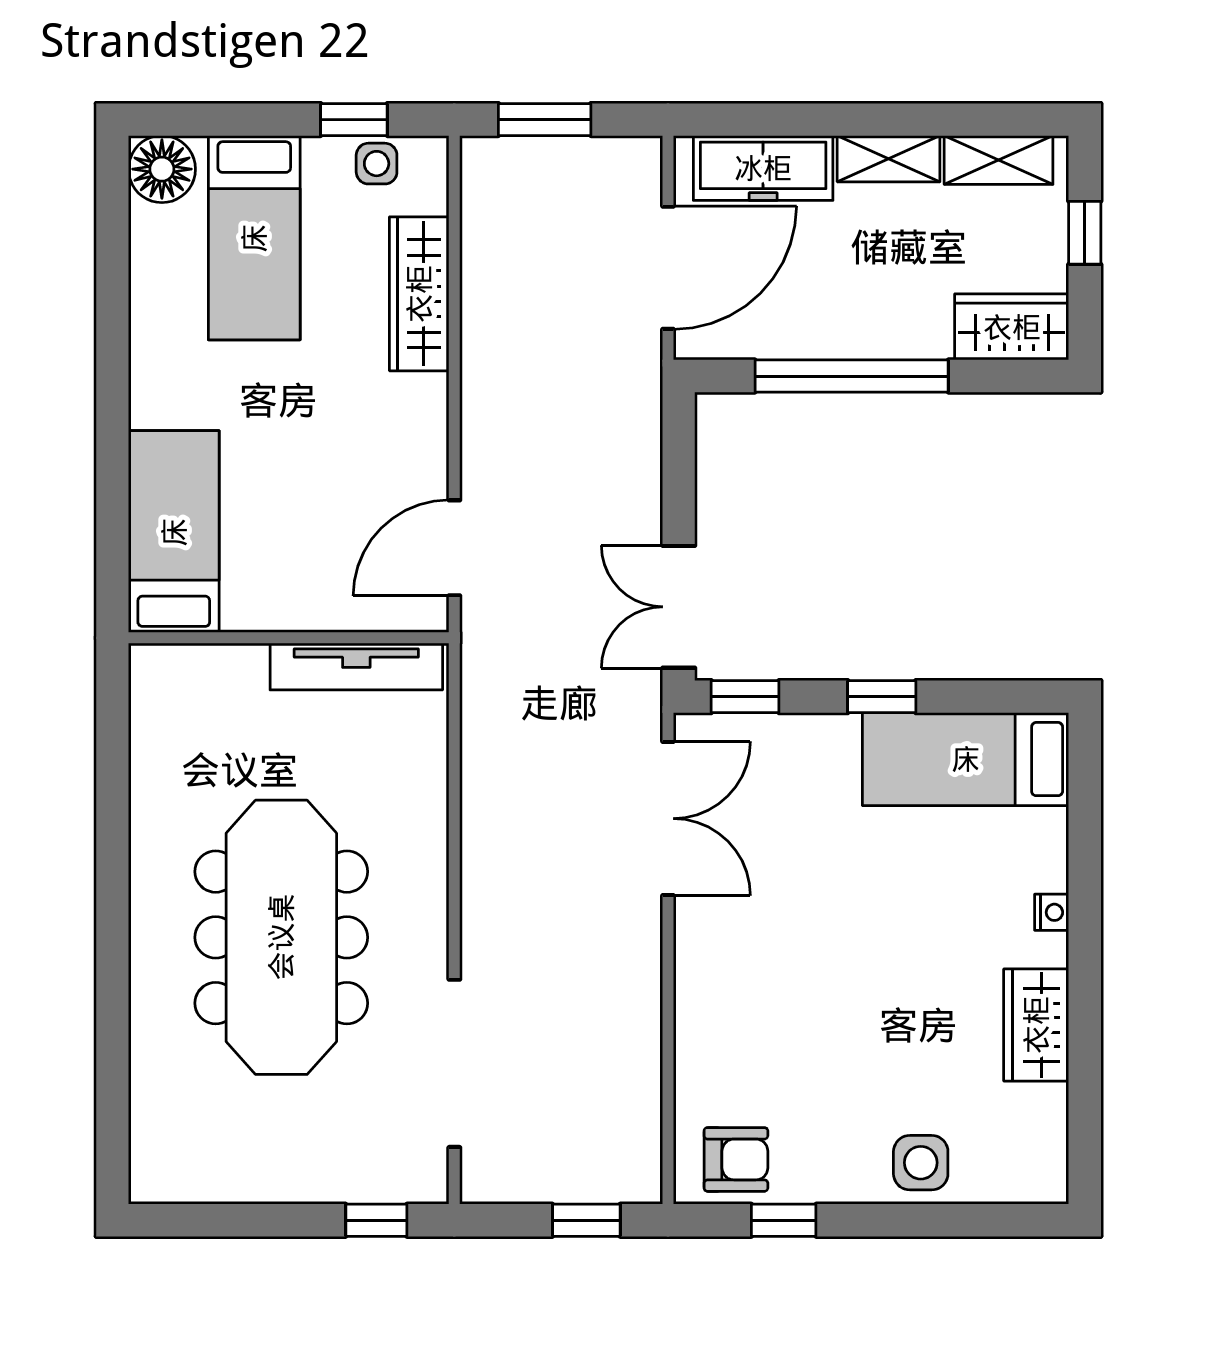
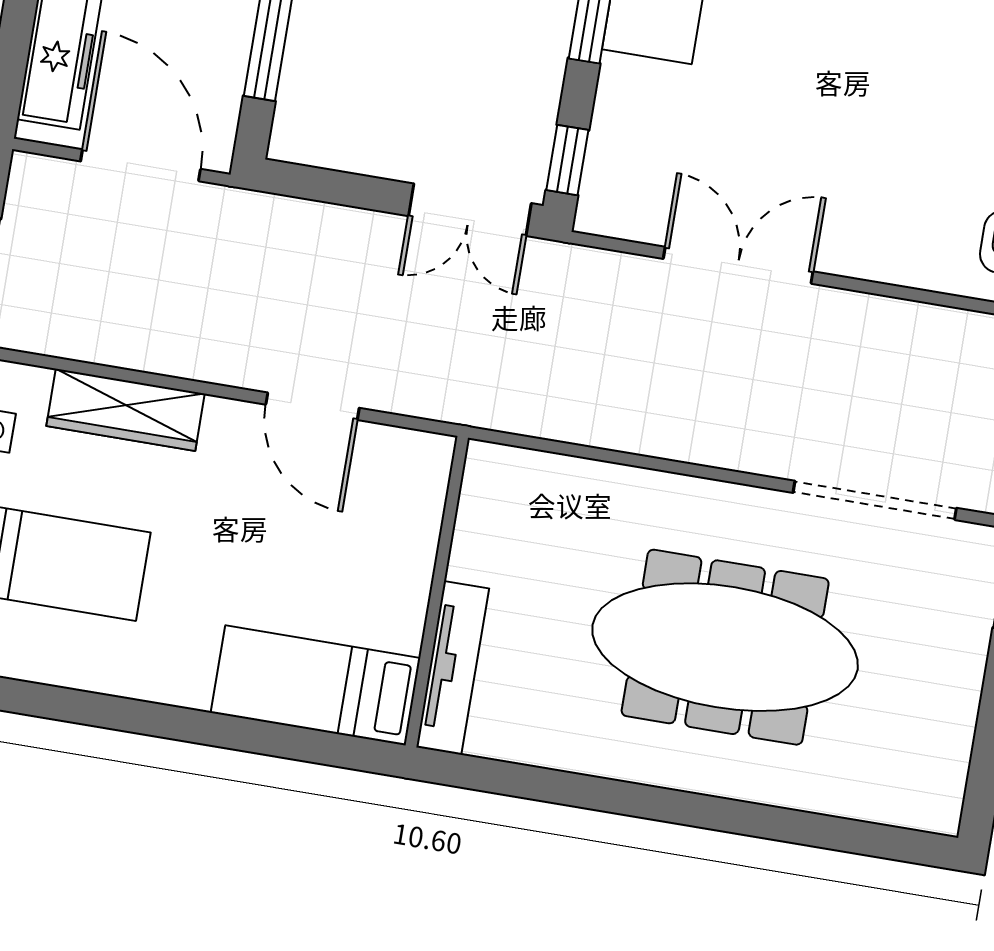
door: (454, 548) -> (312, 406), moved
tv unit: (356, 667) -> (453, 668), moved
double door: (668, 819) -> (738, 265), moved

